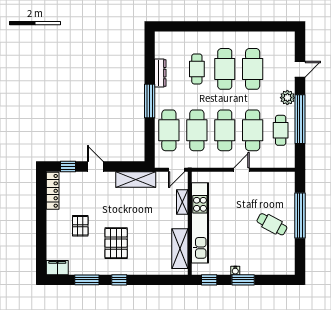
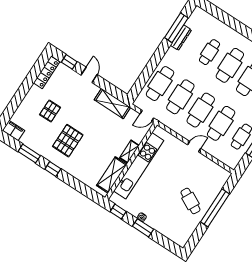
window: (150, 101) -> (176, 28), moved
shelving: (182, 202) -> (129, 152), moved

